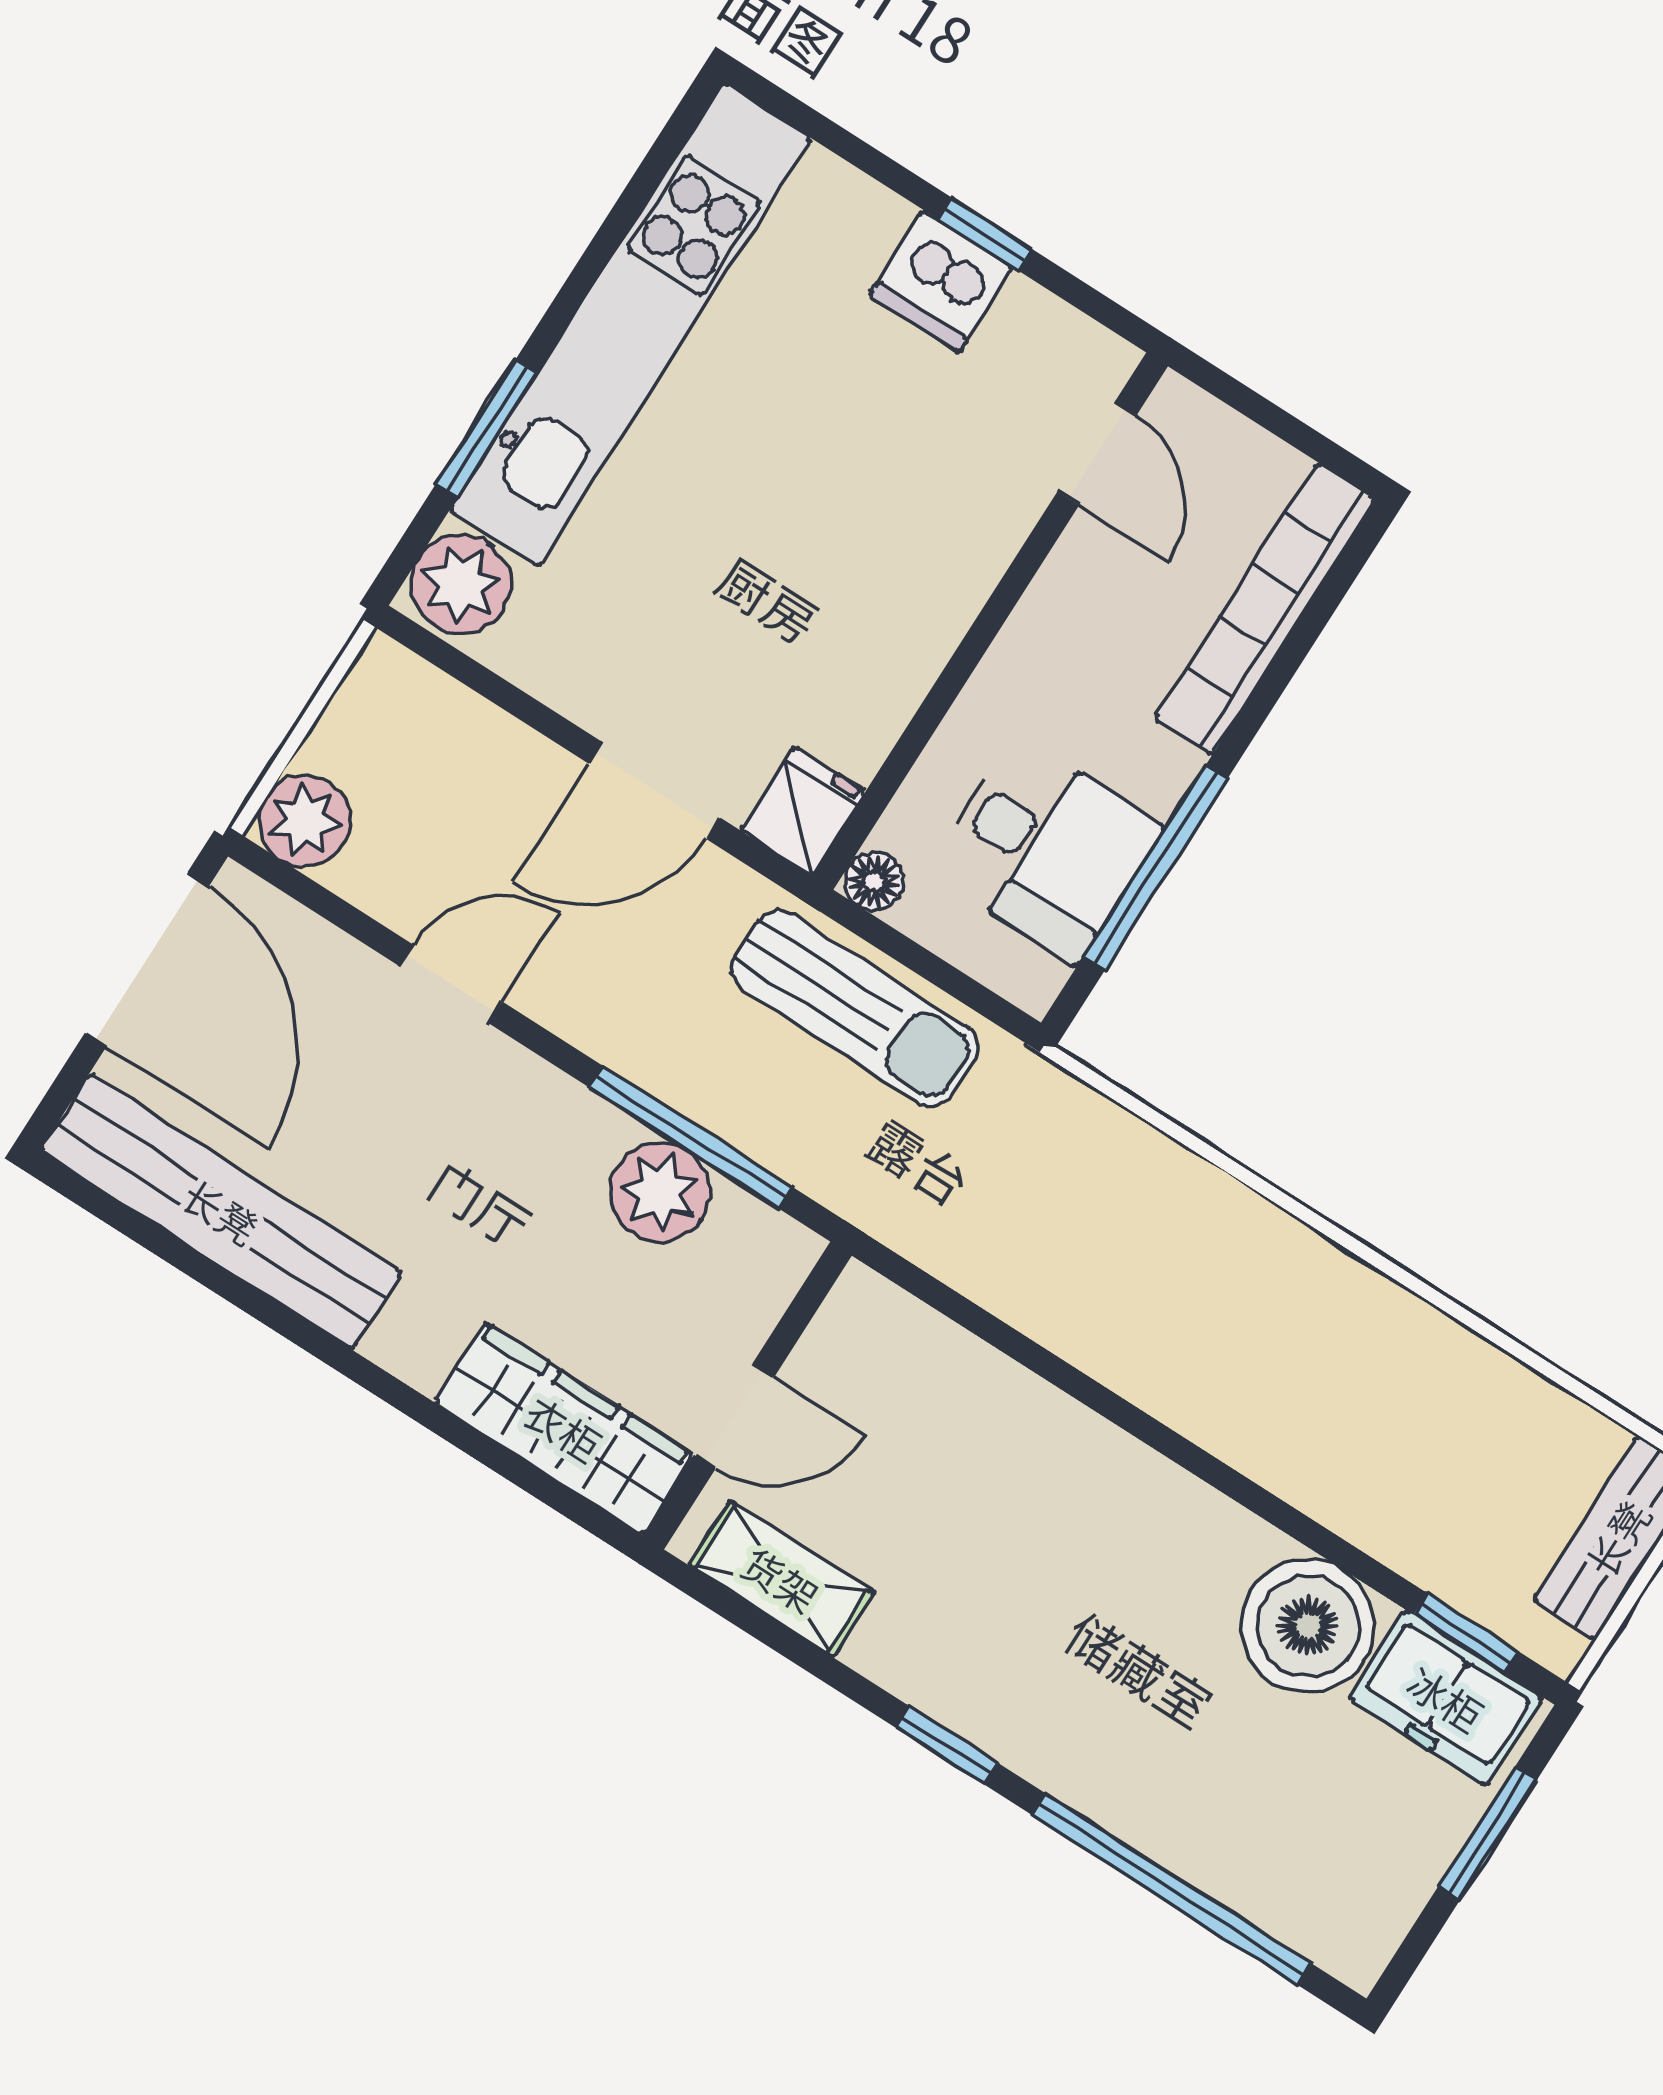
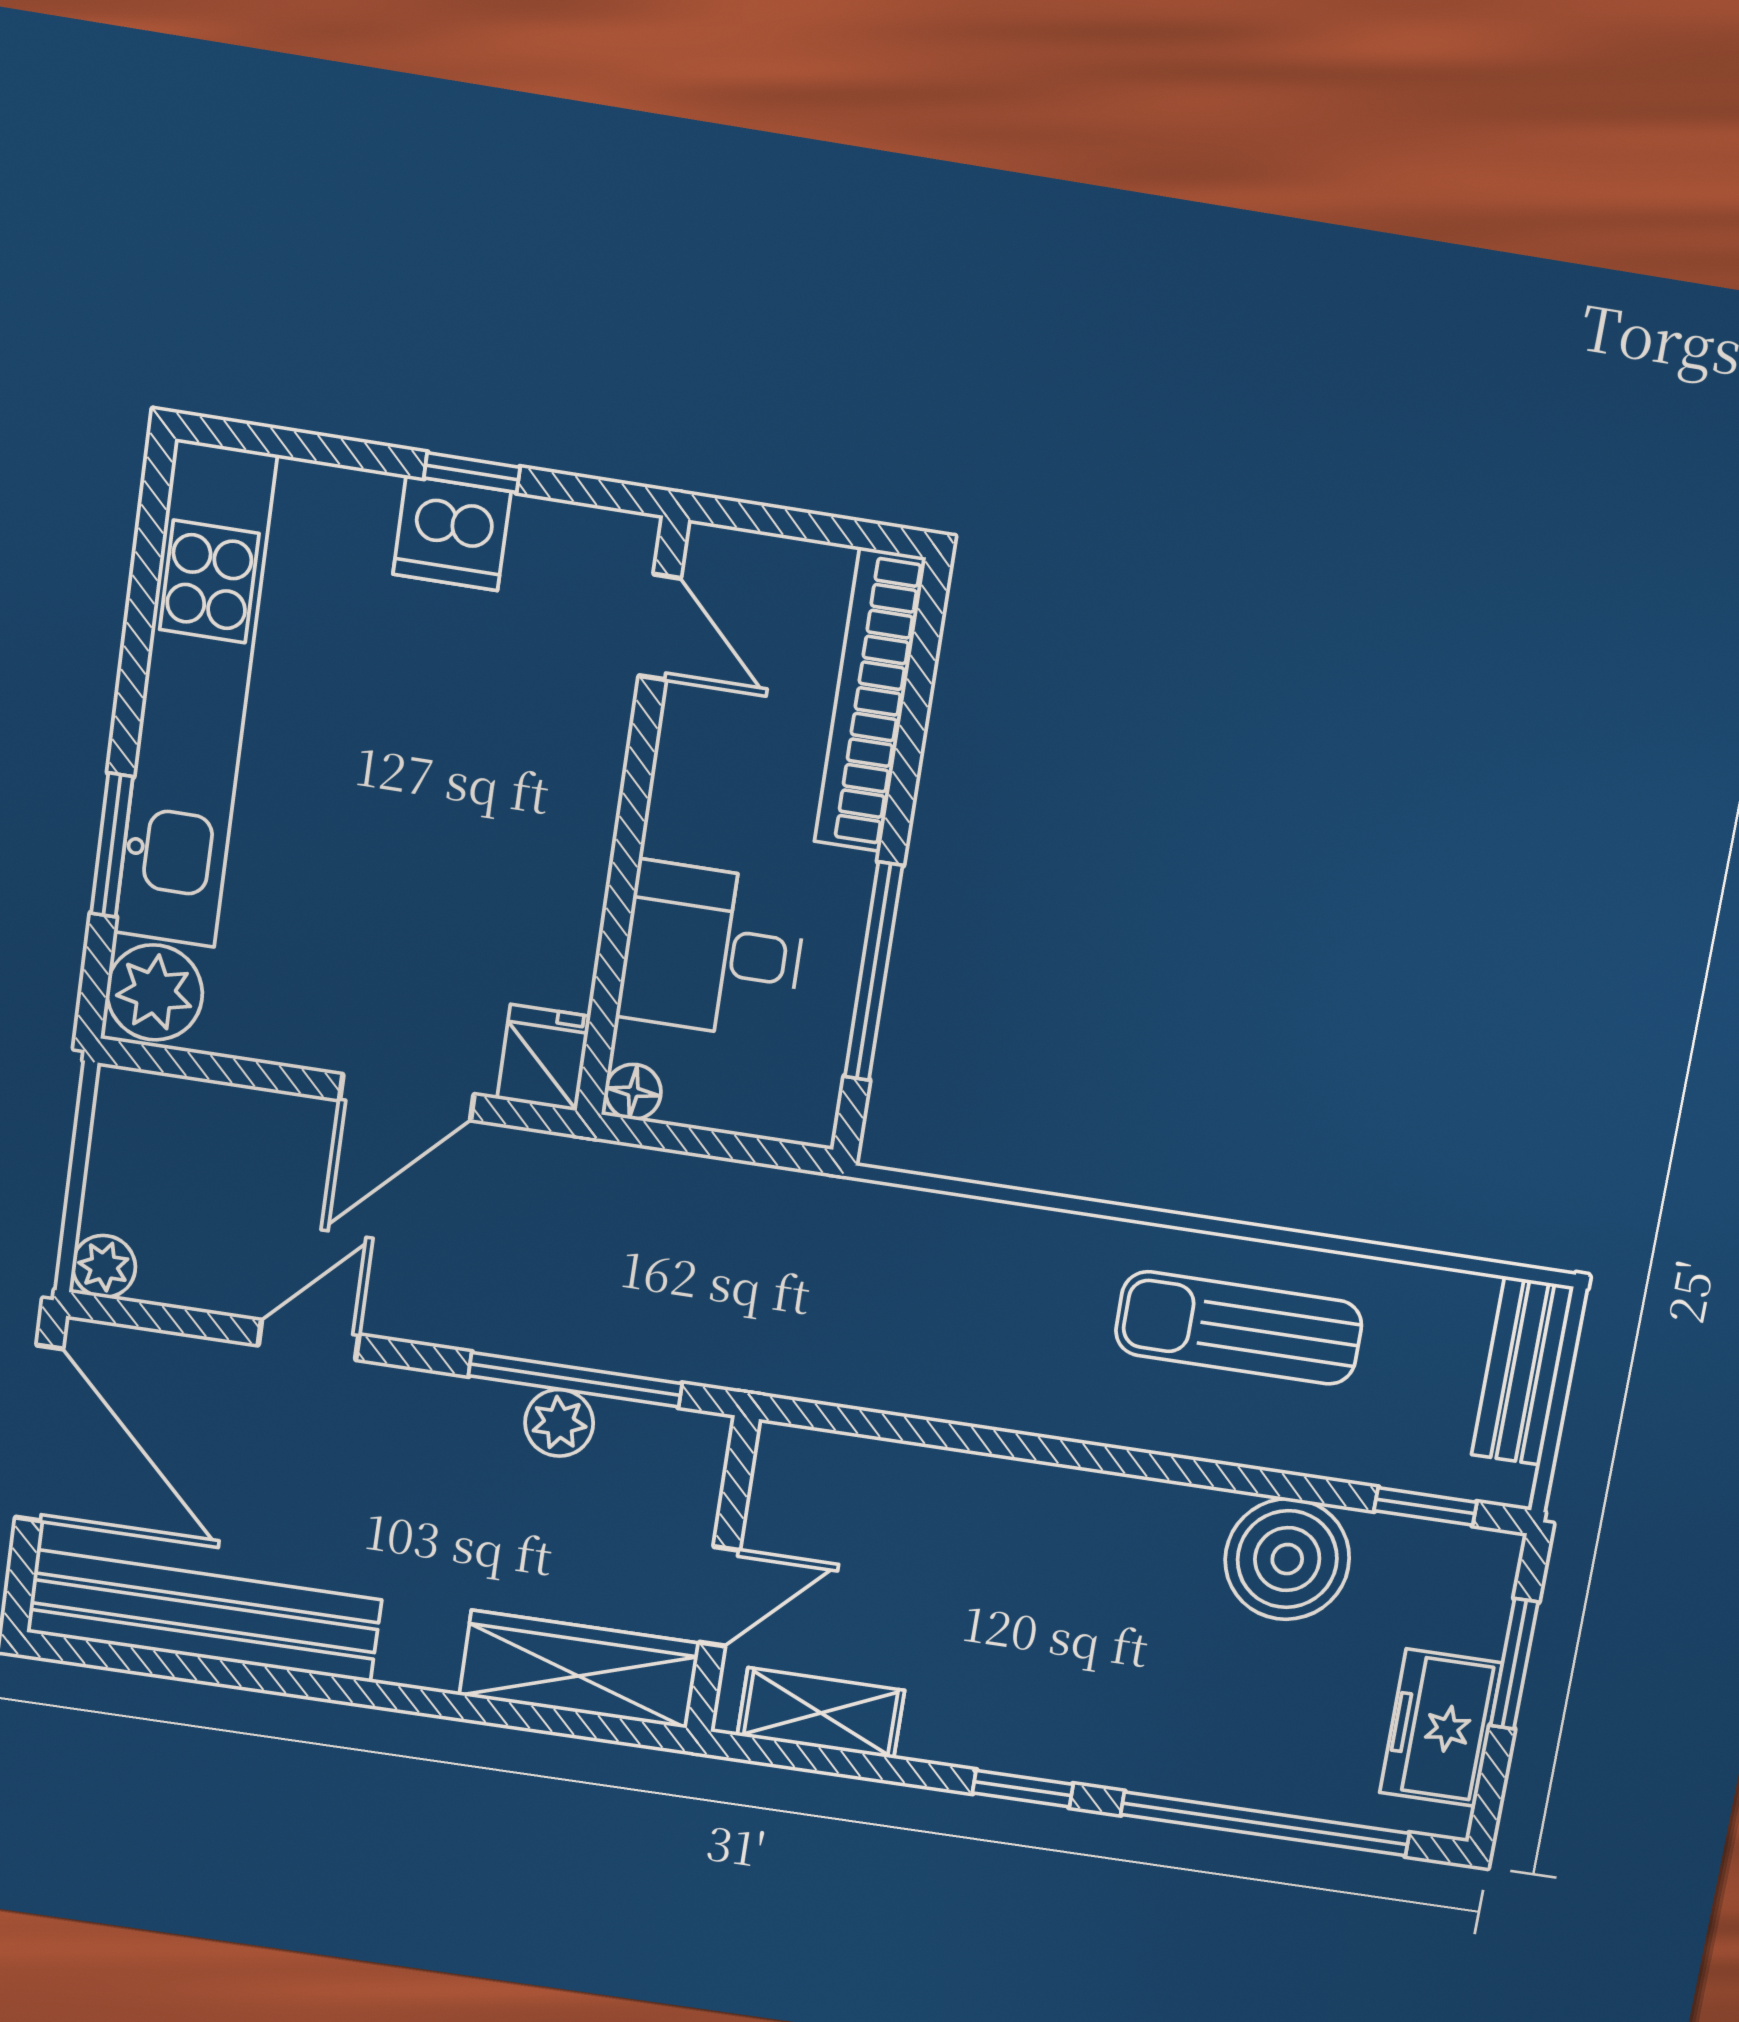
plant: (305, 821) -> (104, 1266), width x0.73, depth x0.73
desk: (1045, 849) -> (712, 951), moved, turned 180
sun lounger: (855, 1008) -> (1239, 1328), moved, turned 180
plant: (660, 1192) -> (559, 1423), width x0.73, depth x0.73
freezer: (1446, 1698) -> (1441, 1728), moved, turned 90

